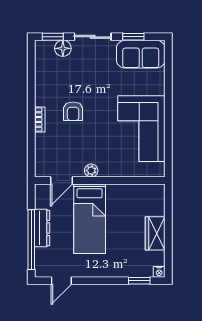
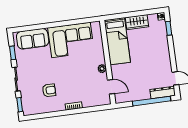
floor lamp: (63, 48) -> (26, 97), removed
sofa: (141, 54) -> (33, 39), moved, turned 90
armchair: (73, 111) -> (49, 90), moved
bed: (90, 219) -> (117, 41), moved, turned 90
dresser: (42, 228) -> (163, 93), moved

